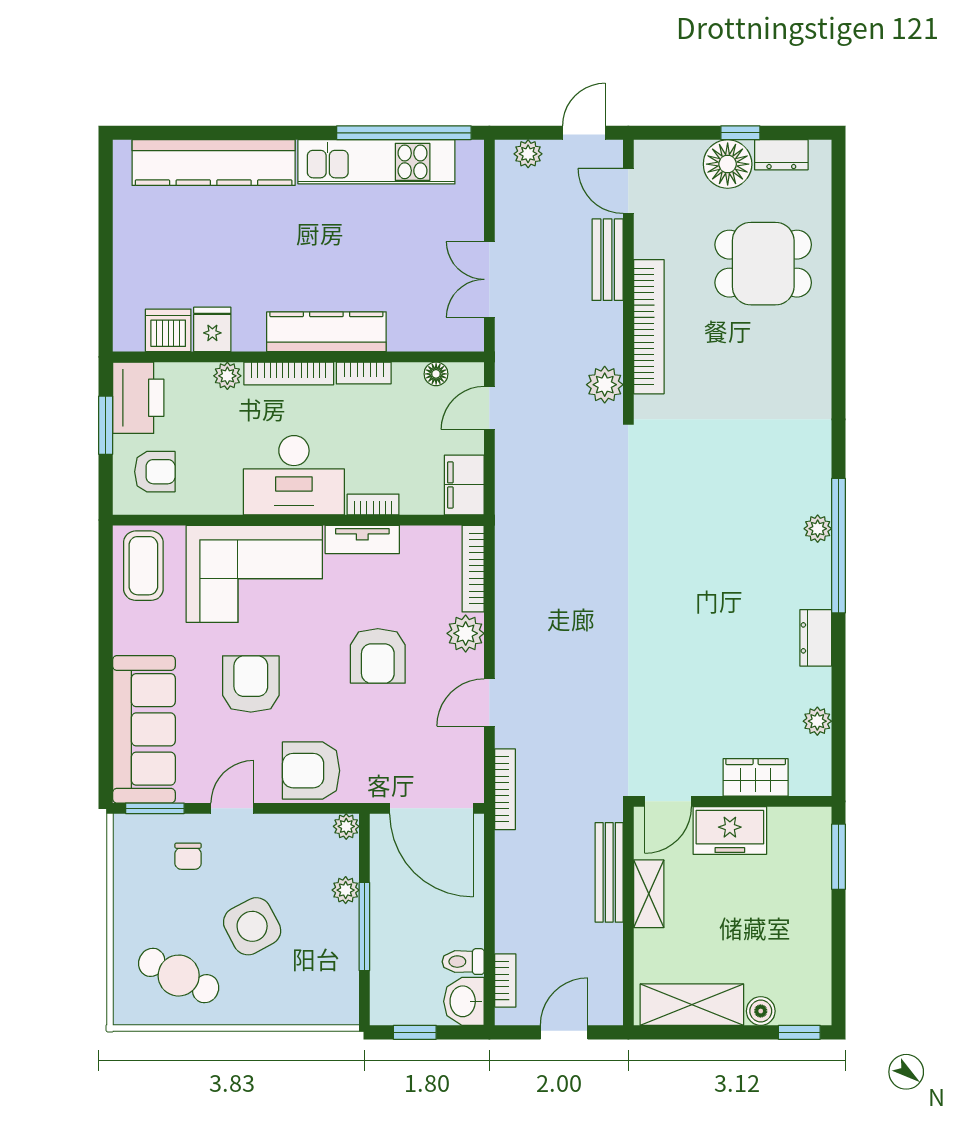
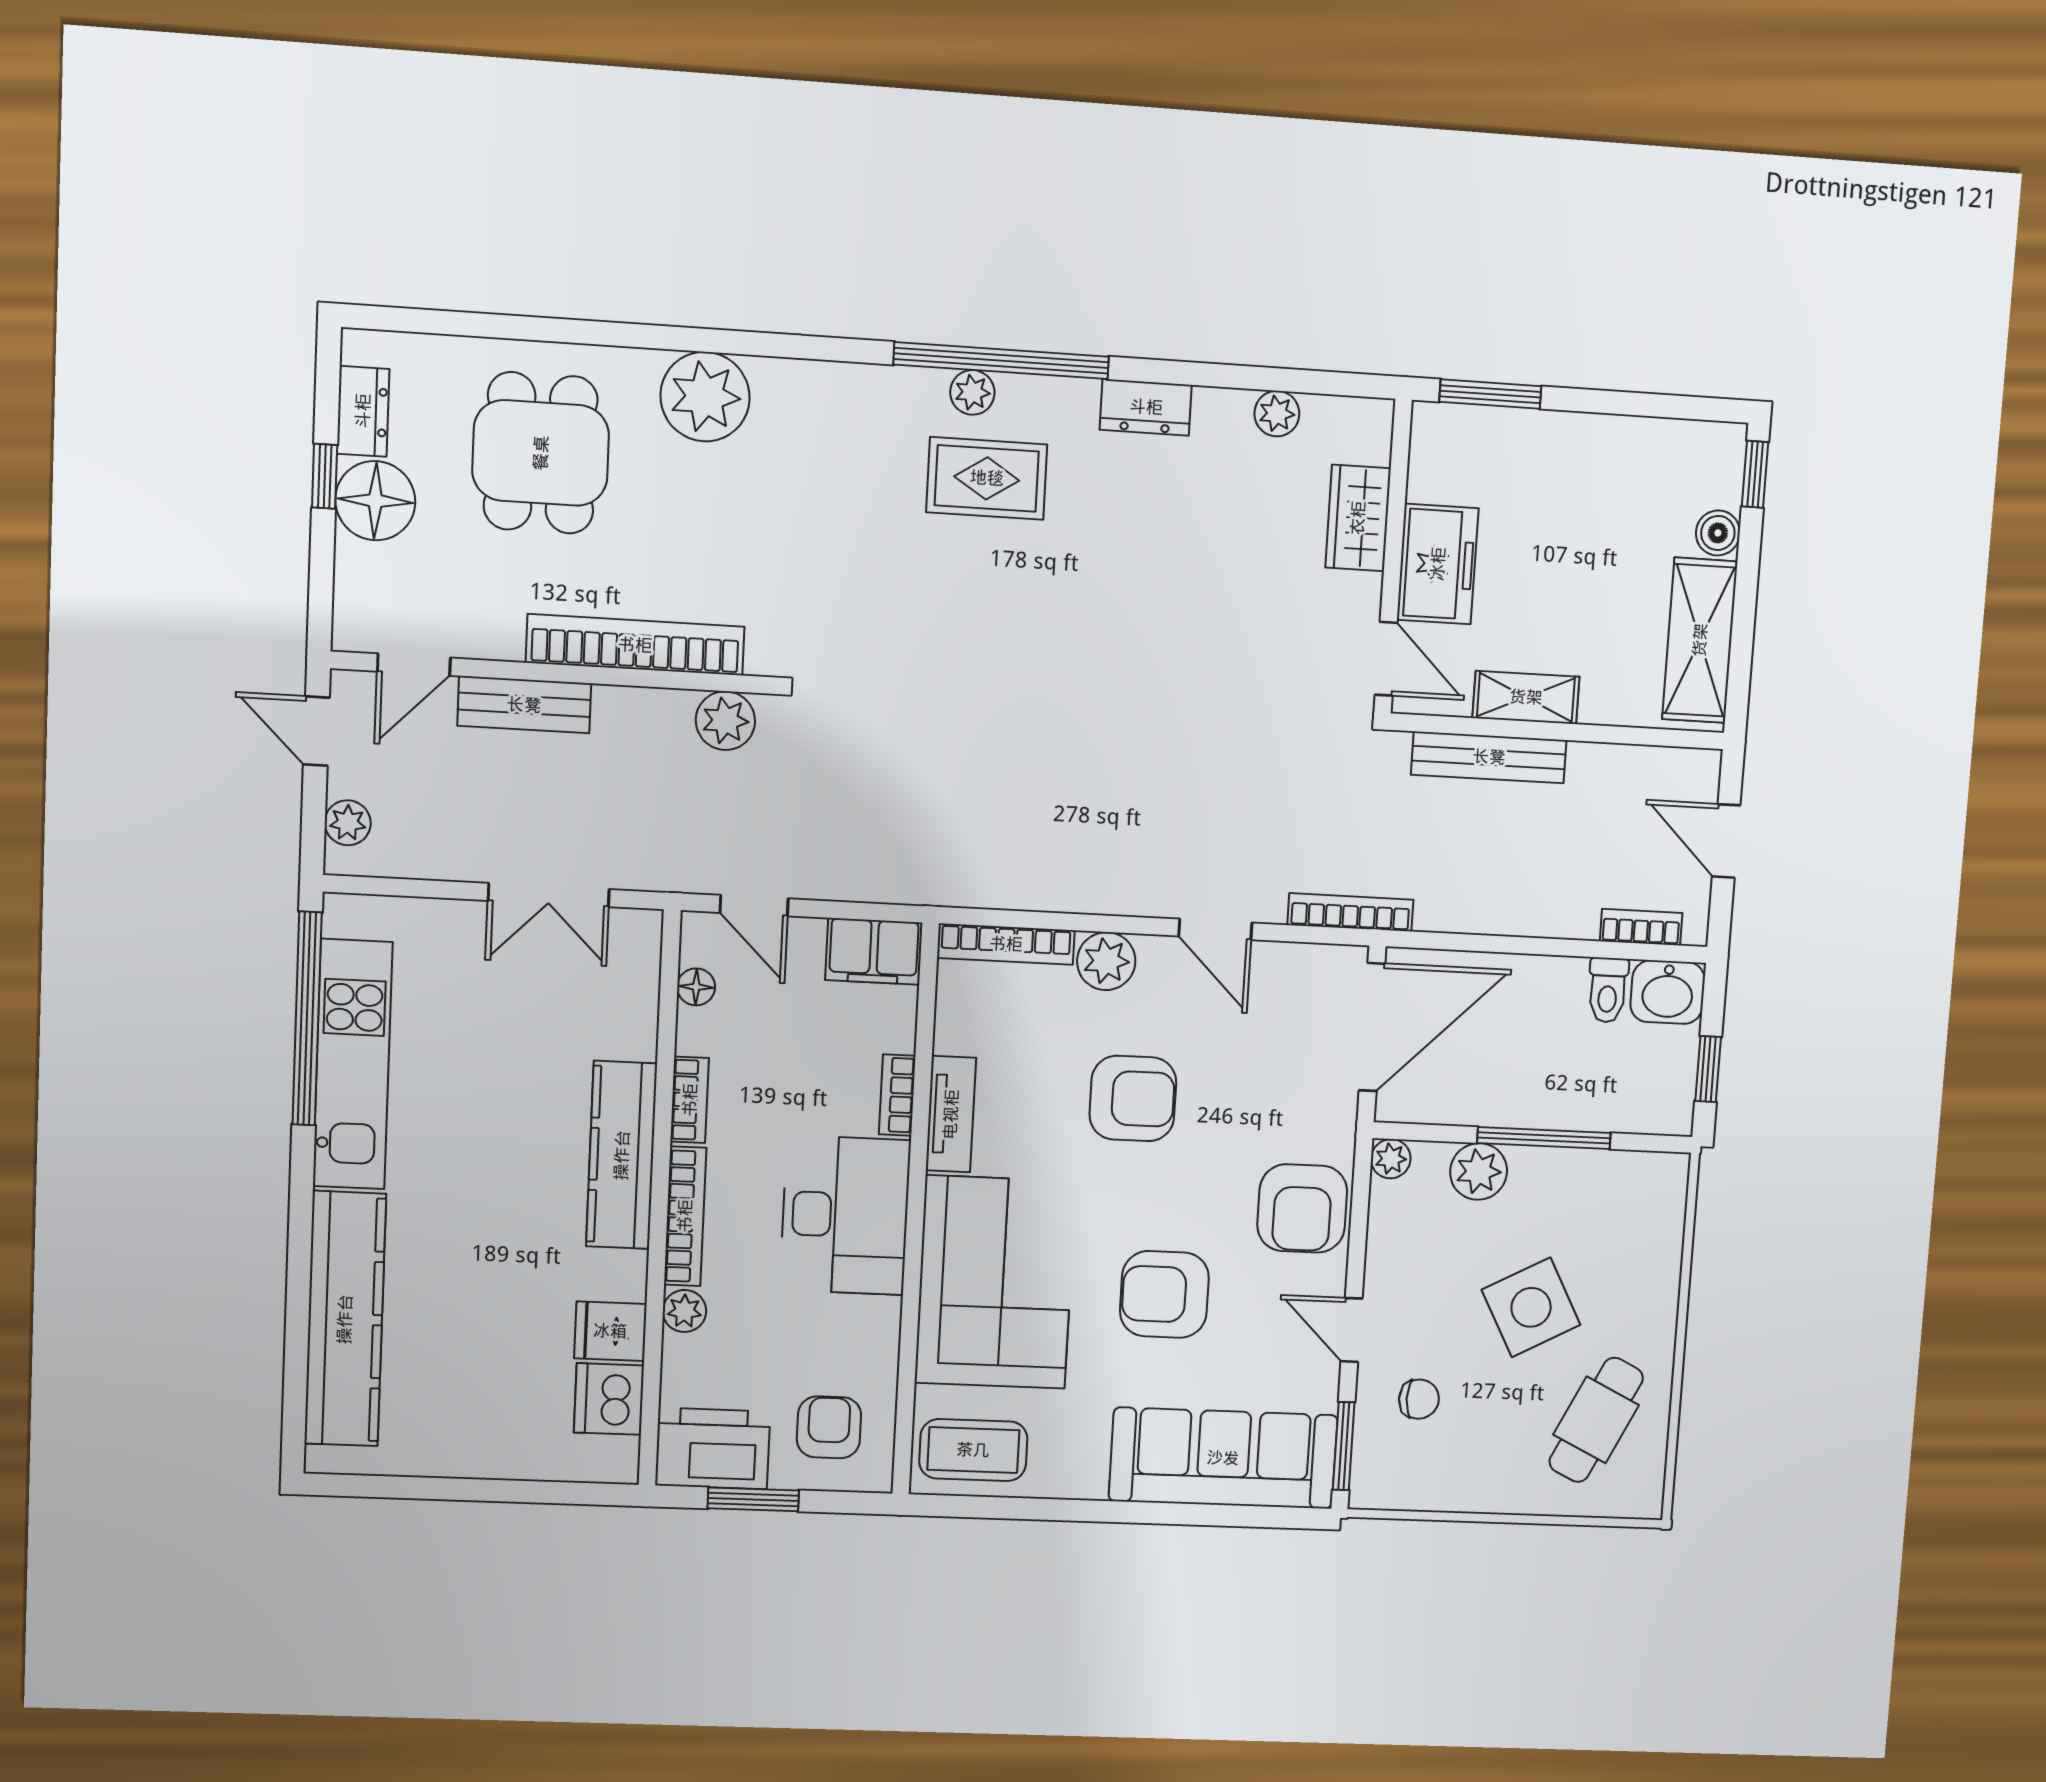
plant: (804, 363) -> (705, 397), added
rug: (765, 540) -> (987, 478), added
plant: (346, 890) -> (1479, 1171), width x1.38, depth x1.38

